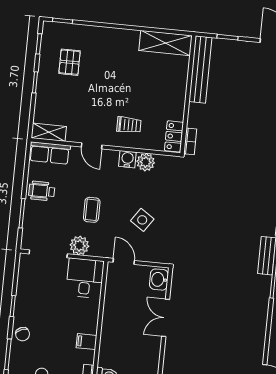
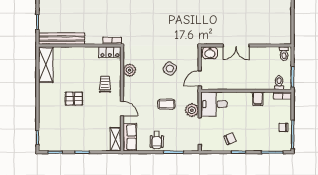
pallet: (70, 62) -> (74, 99), moved
door: (92, 146) -> (122, 109), hinge flipped
water cooler: (127, 159) -> (129, 83), removed
chair: (23, 334) -> (230, 139), moved

